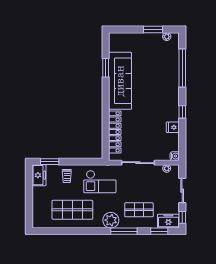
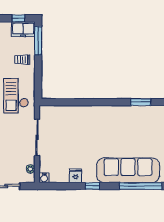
sofa: (120, 81) -> (128, 170), moved, turned 180
locker: (115, 132) -> (70, 112), removed
window: (50, 162) -> (38, 41), width x1.44
window: (29, 179) -> (18, 18), added

